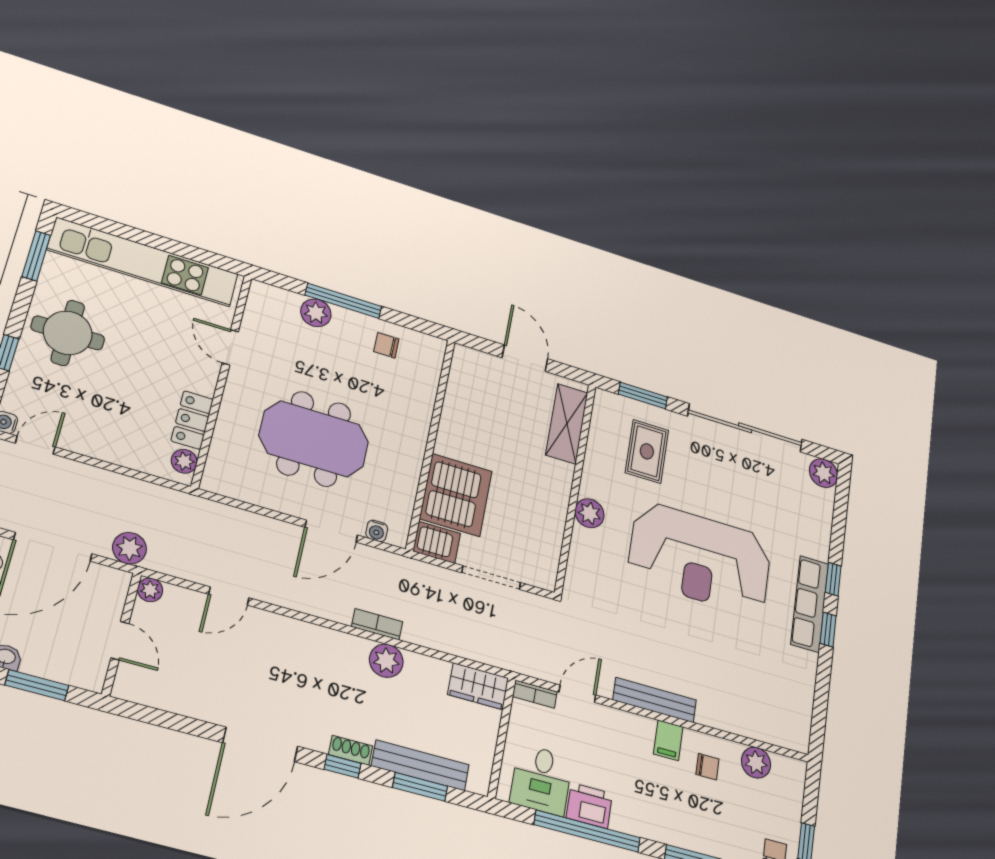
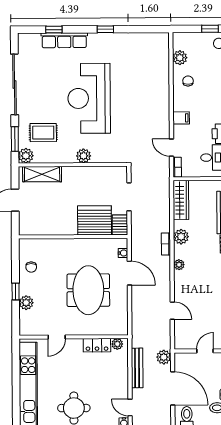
window: (343, 301) -> (16, 291), width x0.46
plant: (824, 473) -> (26, 156), moved
reception desk: (700, 558) -> (89, 98), turned 180
window: (833, 579) -> (54, 30), moved
plant: (150, 590) -> (179, 265), moved
row of seats: (810, 604) -> (64, 40), moved
wardrobe: (478, 686) -> (181, 200), width x1.50
bench: (655, 700) -> (137, 368), moved
filing cabinet: (668, 740) -> (181, 118), moved

